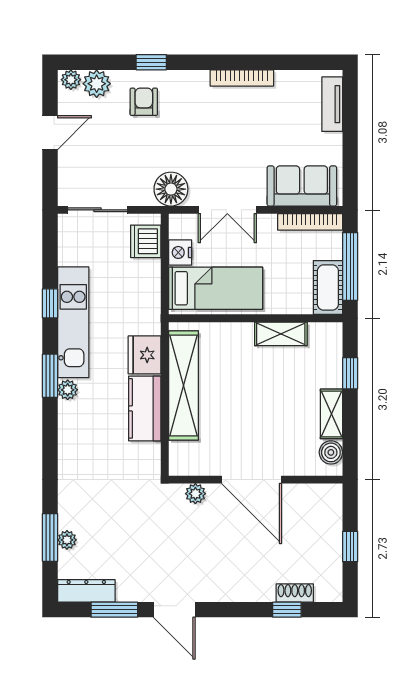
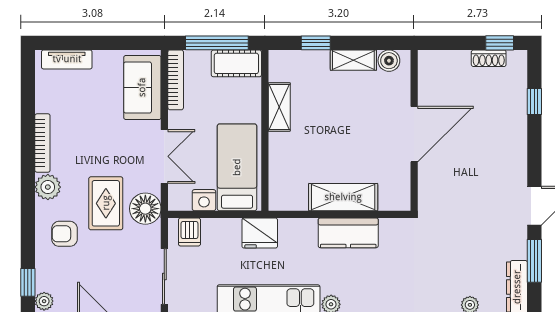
window: (151, 62) -> (28, 282), moved
plant: (97, 84) -> (48, 187), moved
rug: (177, 146) -> (106, 203), added
dishwasher: (146, 241) -> (189, 232), width x0.73
fridge: (145, 355) -> (260, 233), moved
shelving: (183, 386) -> (343, 197), width x0.68
plant: (195, 494) -> (427, 186), removed
window: (350, 547) -> (500, 43), moved
shoe rack: (295, 593) -> (489, 58), moved, turned -90

